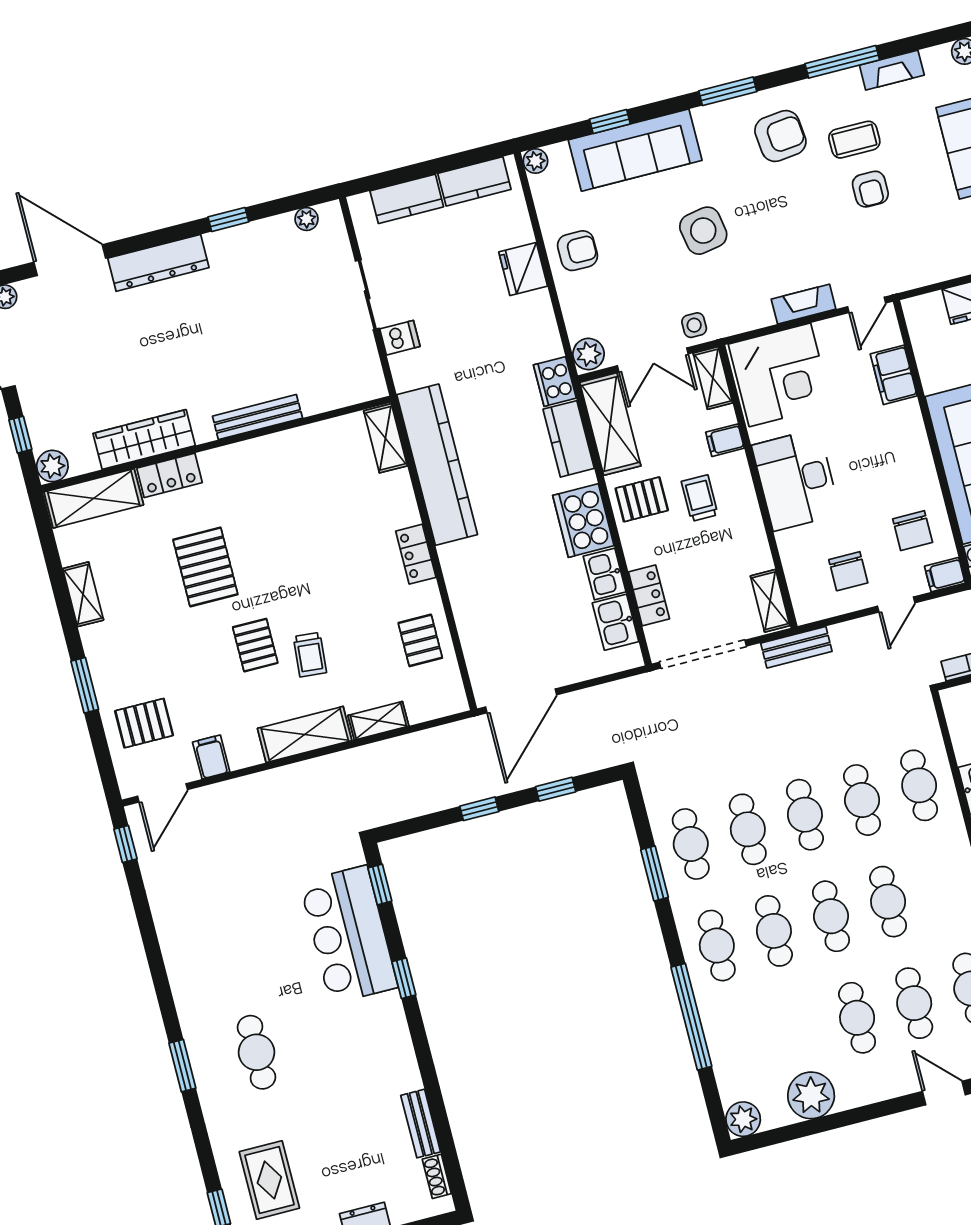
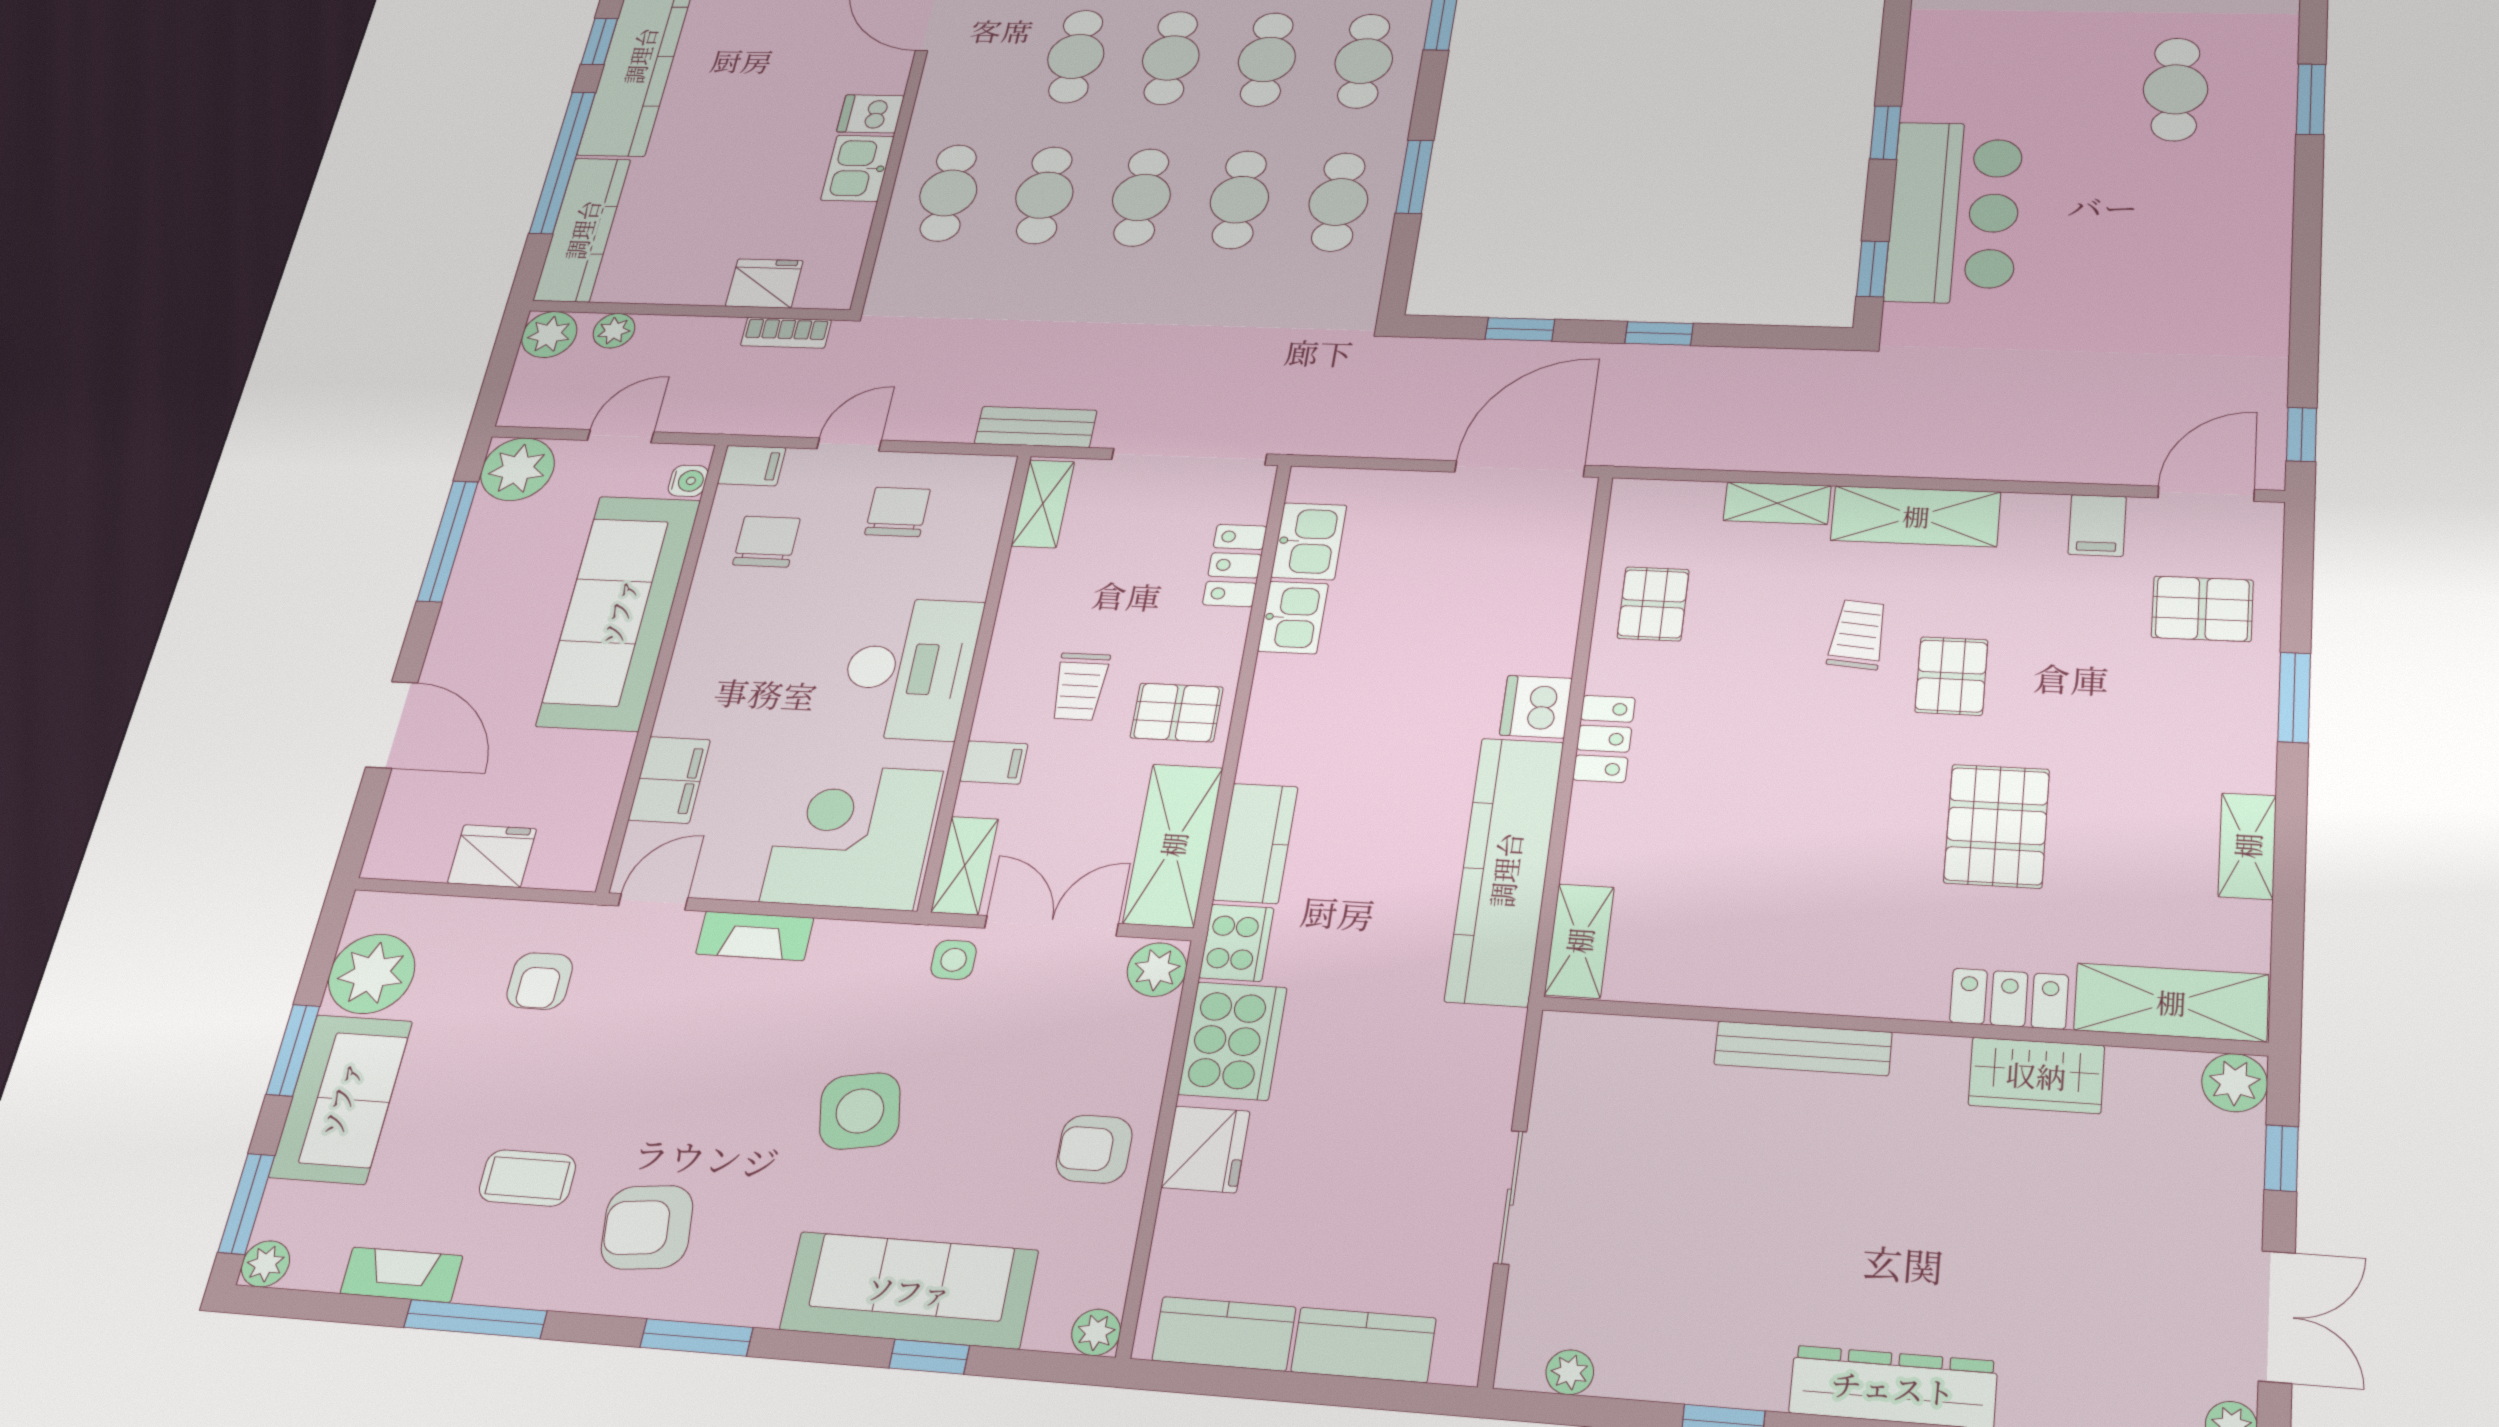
armchair: (870, 189) -> (540, 981), moved, turned 180
dishwasher: (400, 338) -> (1536, 707), moved, width x1.38
wardrobe: (144, 439) -> (2036, 1075), width x0.67
cooker: (583, 521) -> (1233, 1041), moved

